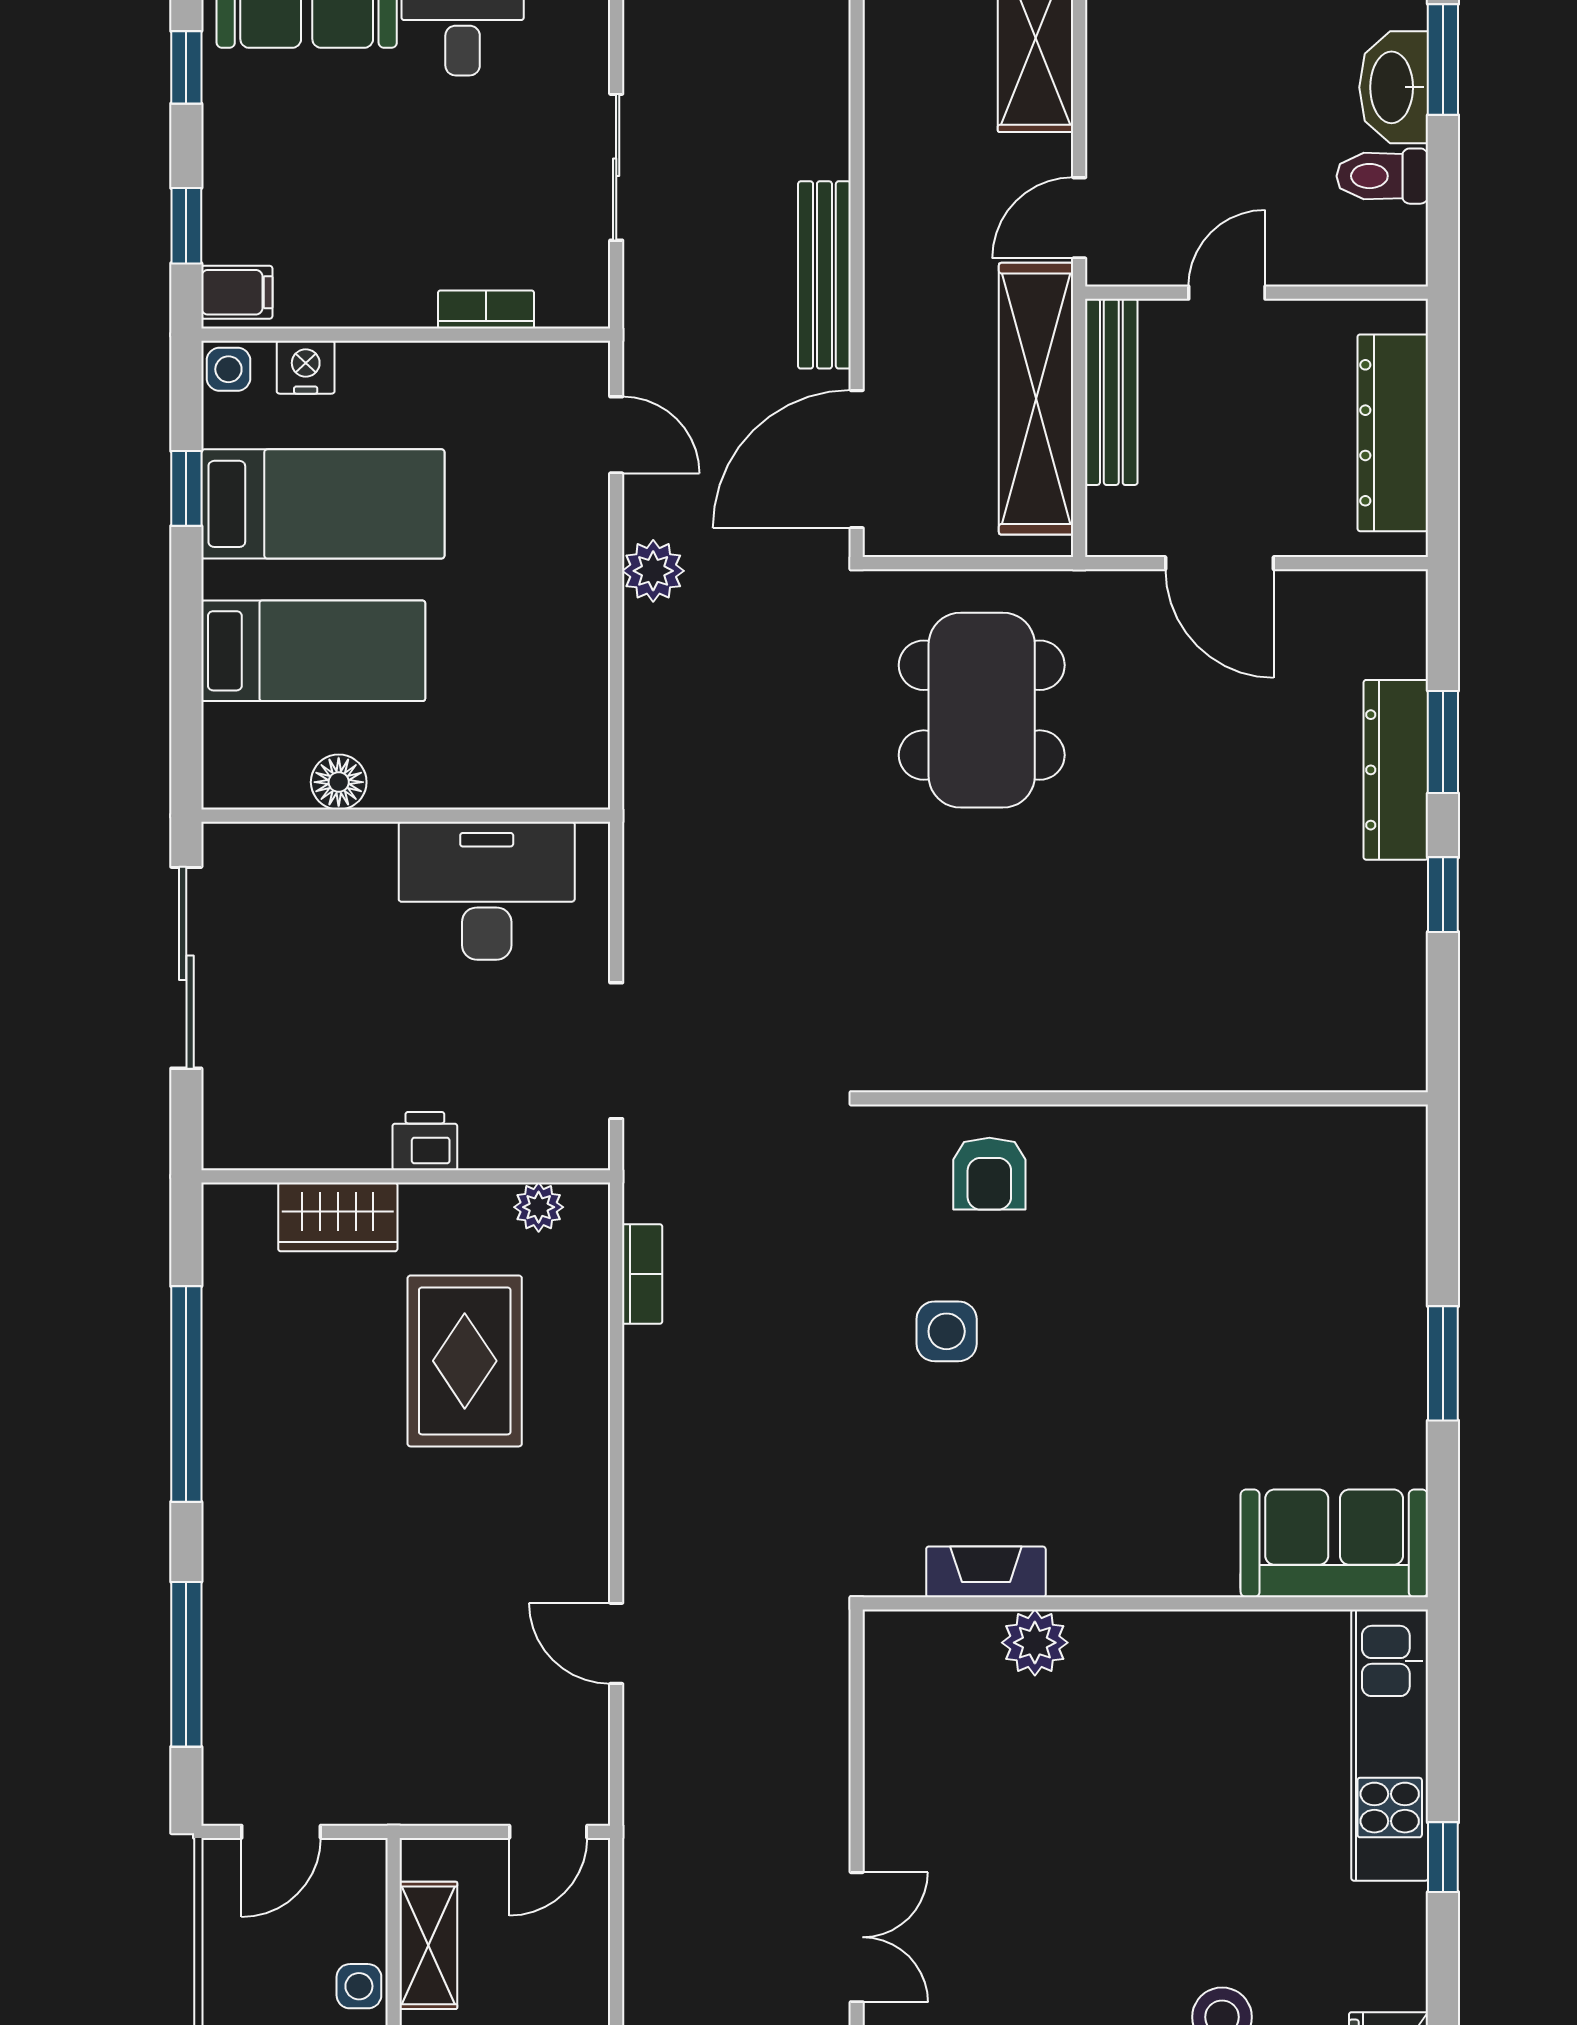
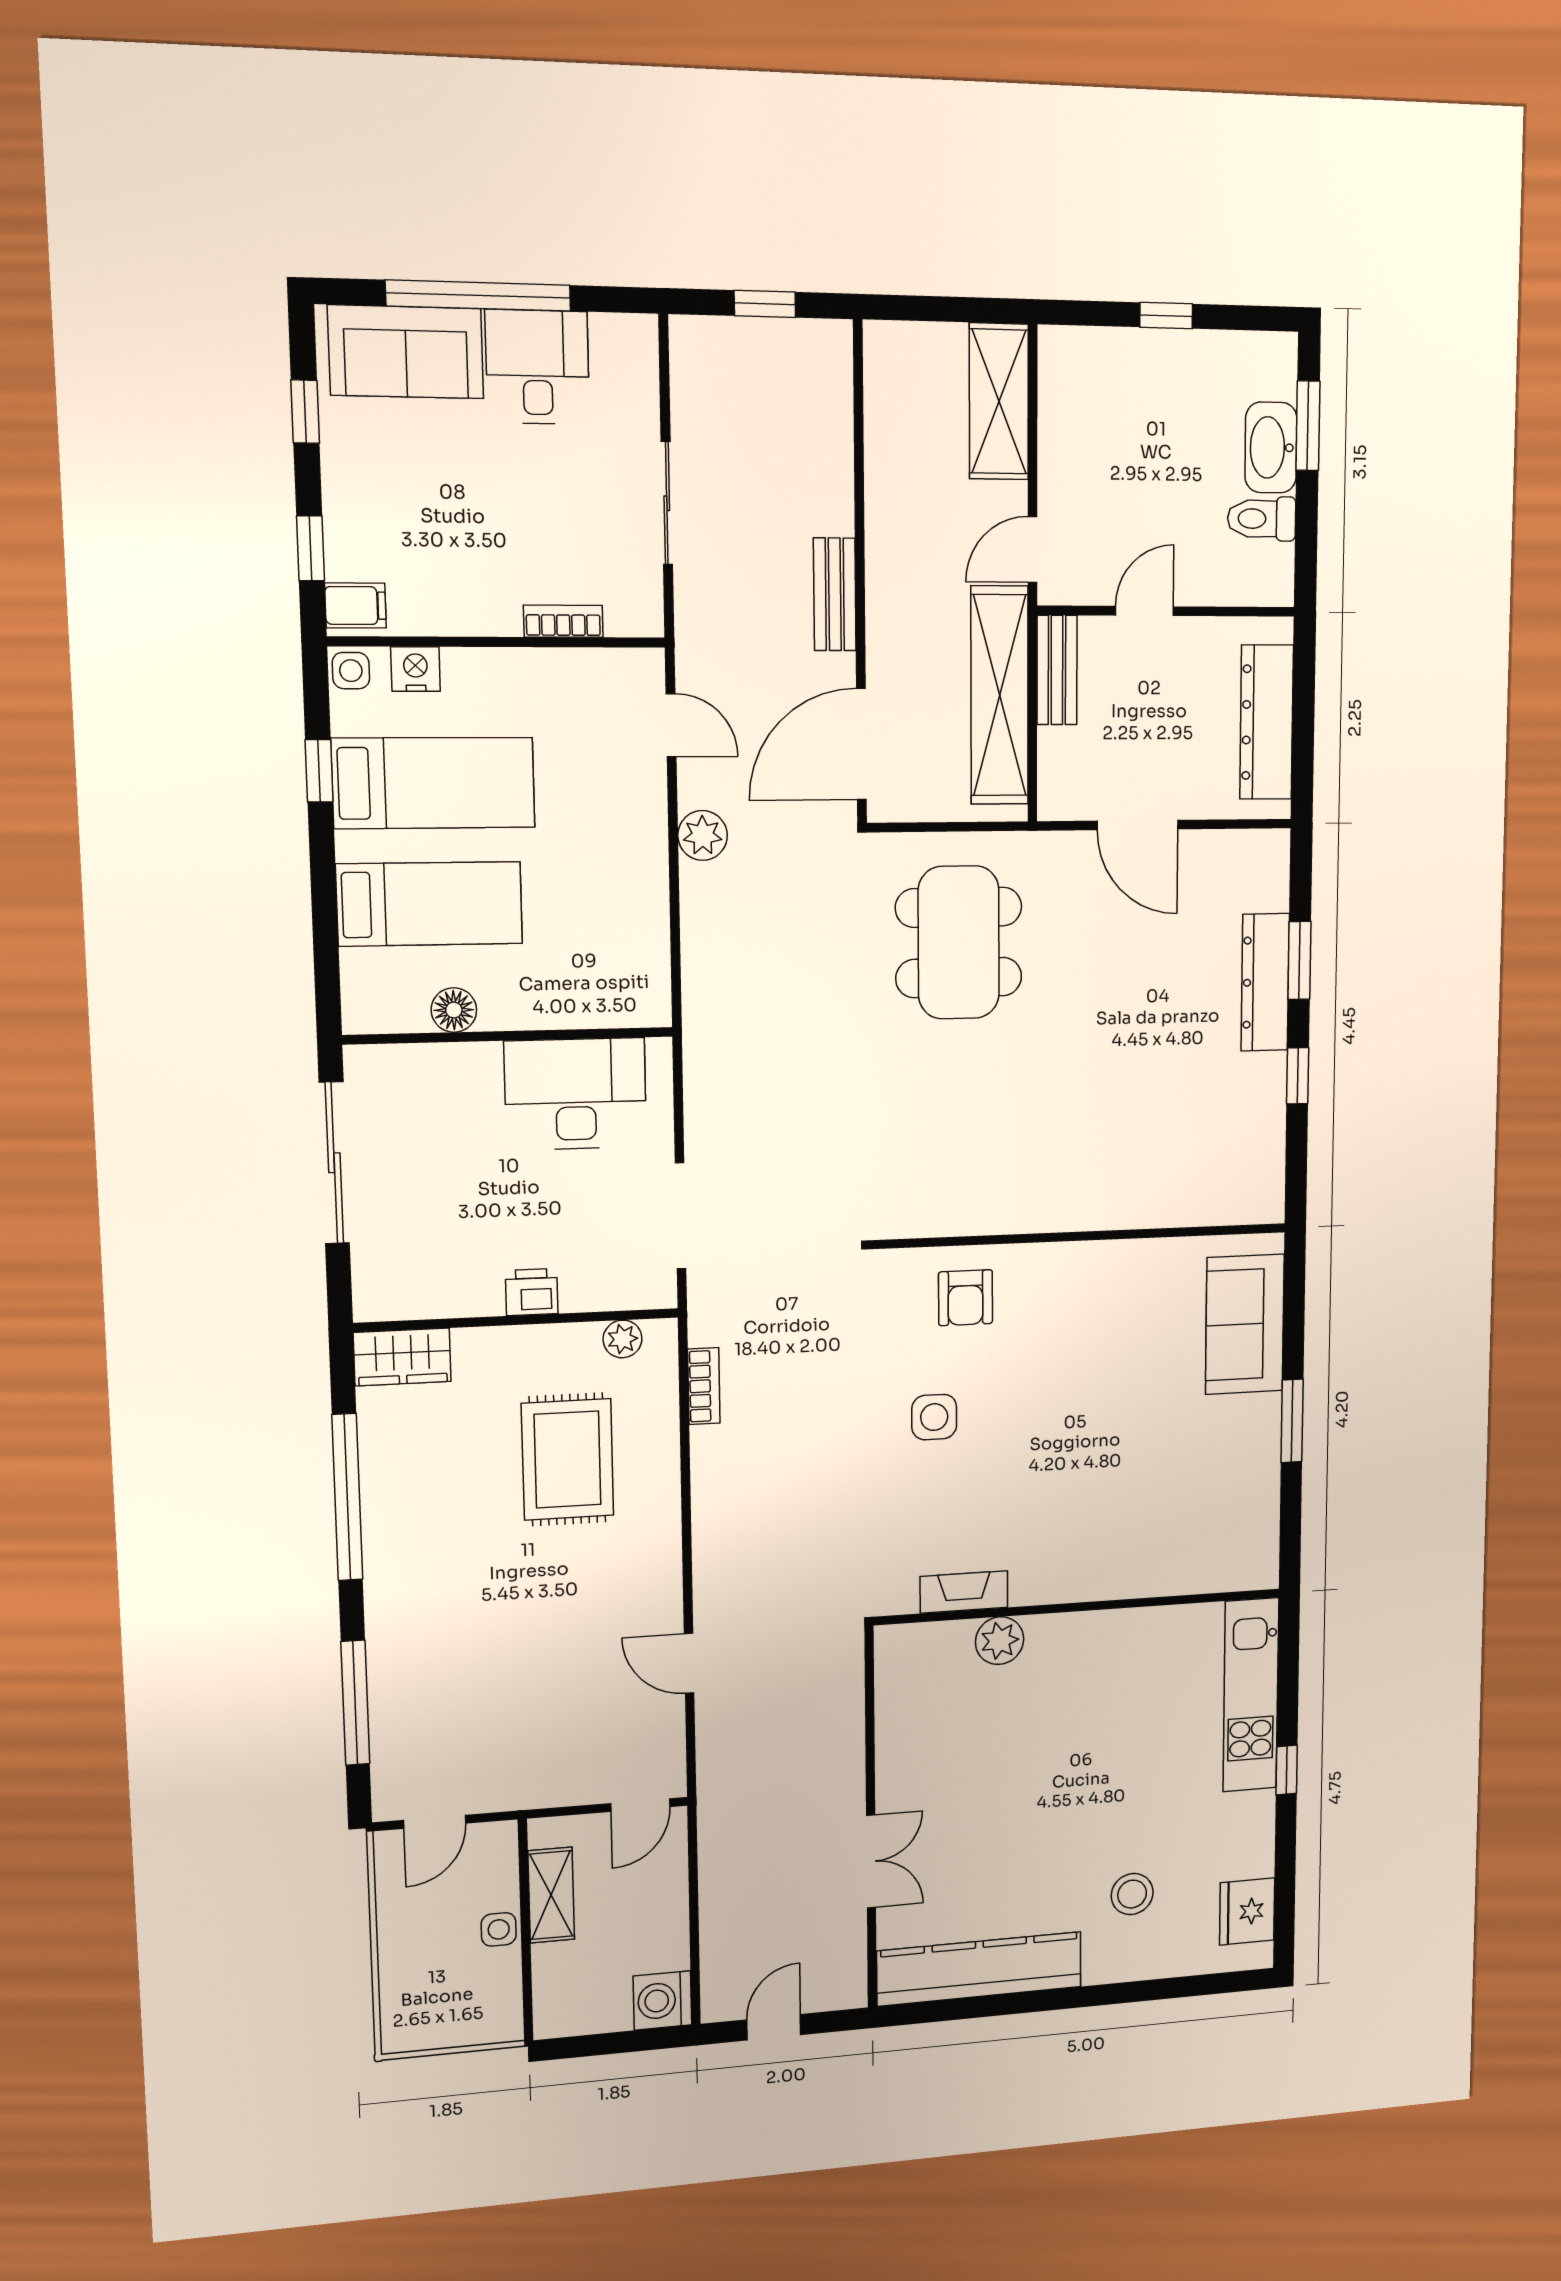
bench: (824, 275) -> (835, 594), width x0.73
bench: (1111, 392) -> (1057, 670), width x0.73
wardrobe: (338, 1217) -> (402, 1357), moved
sofa: (1334, 1543) -> (1245, 1324), moved, turned -90

